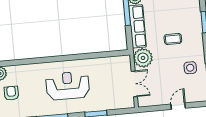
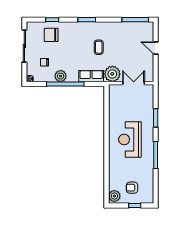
row of seats: (138, 26) -> (91, 76), width x0.68
side table: (190, 68) -> (124, 35), removed

